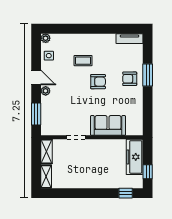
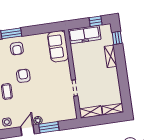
window: (36, 114) -> (49, 127), moved
sofa: (108, 125) -> (58, 46), moved
shelving: (106, 183) -> (111, 56), added

